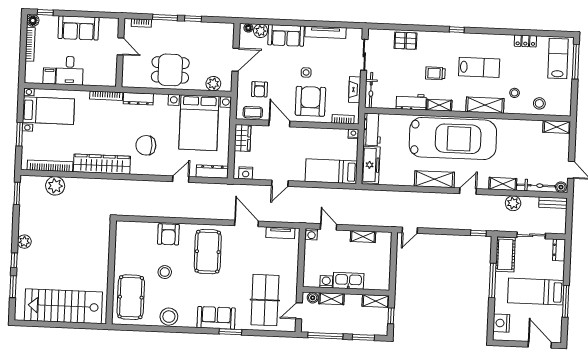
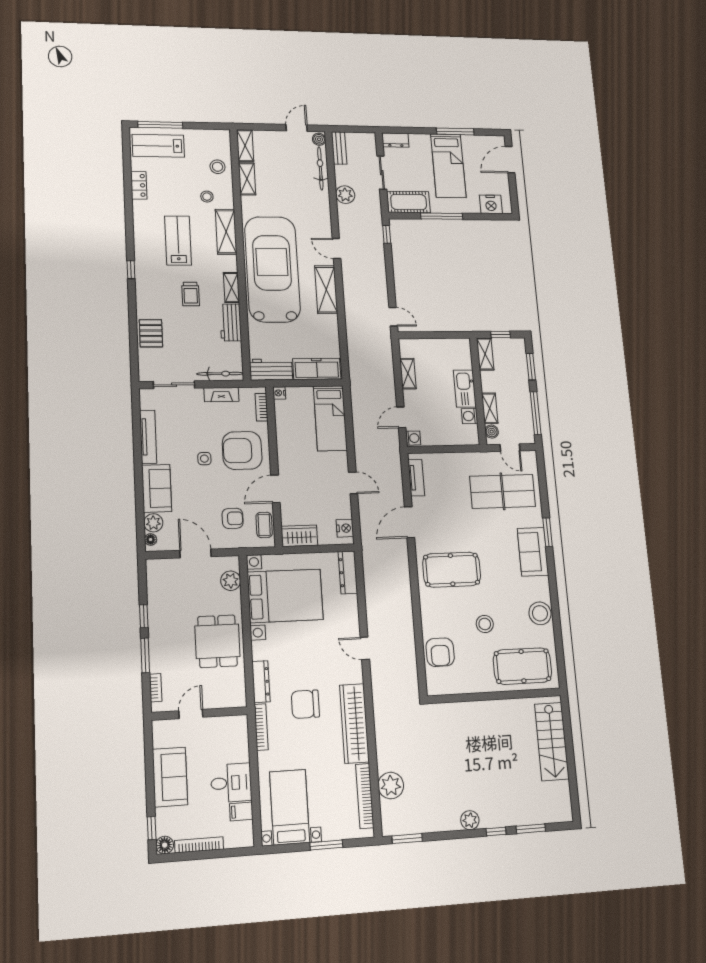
chair: (146, 145) -> (305, 704), moved, turned 90
door: (181, 179) -> (365, 648), moved
shelving: (503, 184) -> (247, 179), moved
armchair: (168, 234) -> (440, 652), moved, turned 90
stairs: (63, 306) -> (552, 741), width x0.73, depth x0.66

